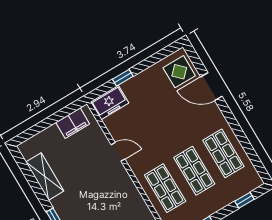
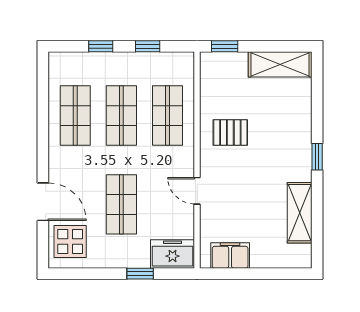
shop shelf: (161, 115) -> (121, 204), added
window: (244, 200) -> (101, 46), moved
pallet: (119, 201) -> (230, 132), added

